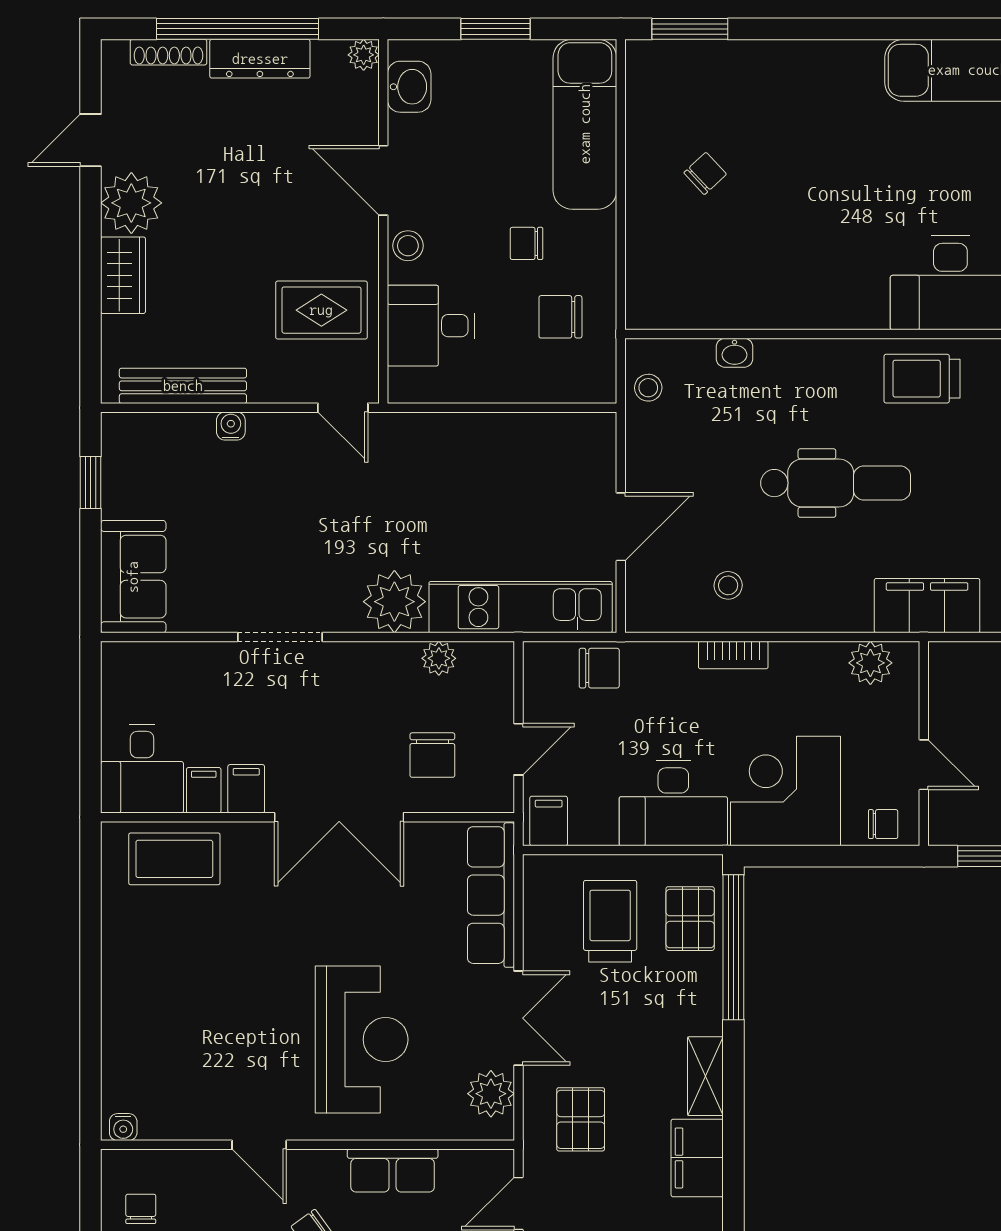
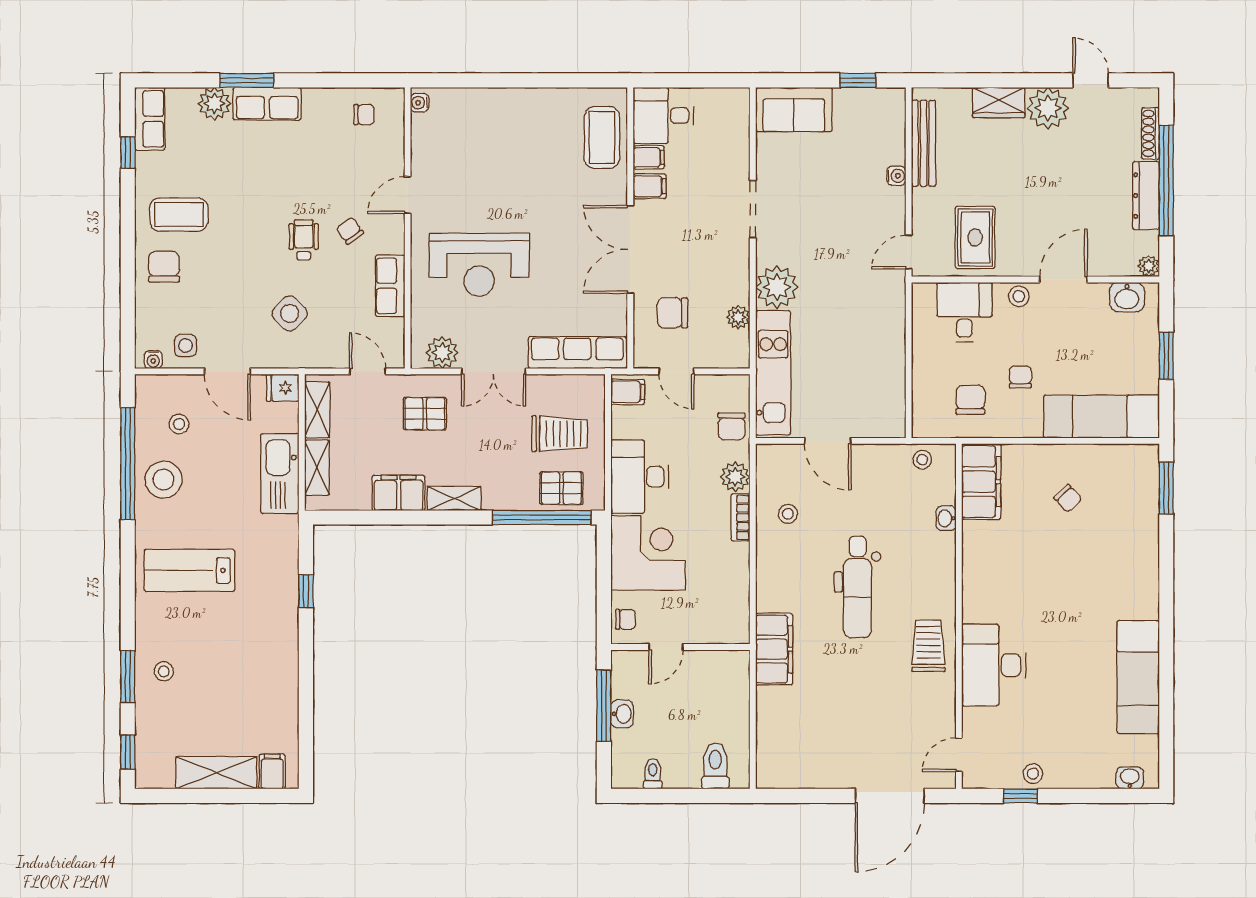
filing cabinet: (681, 301) -> (981, 482), added
plant: (870, 663) -> (735, 477), moved
chair: (883, 824) -> (626, 619), turned -90

